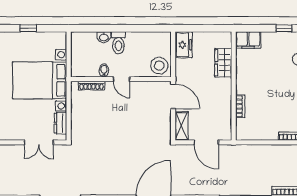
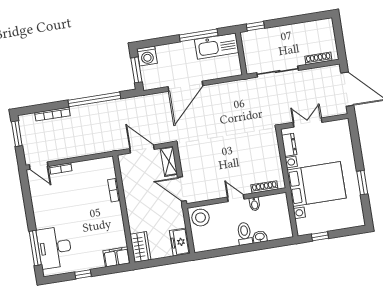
window: (28, 28) -> (320, 236), moved
wardrobe: (223, 63) -> (140, 247), moved

